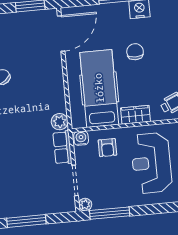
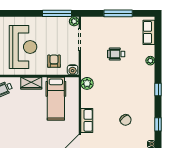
chair: (135, 52) -> (27, 129), removed
hospital bed: (99, 88) -> (56, 99), width x0.73, depth x0.78
row of seats: (62, 148) -> (87, 120), moved
wheelchair: (24, 165) -> (116, 54), added

